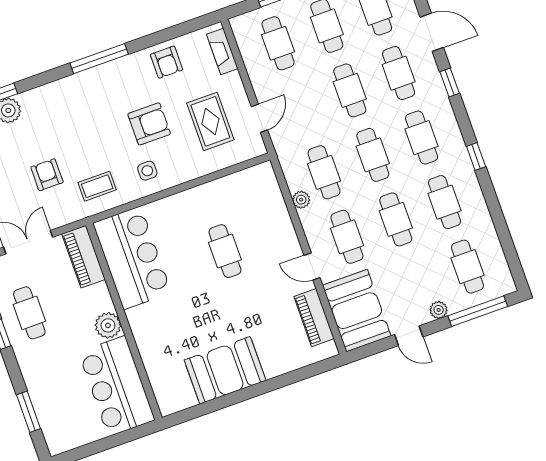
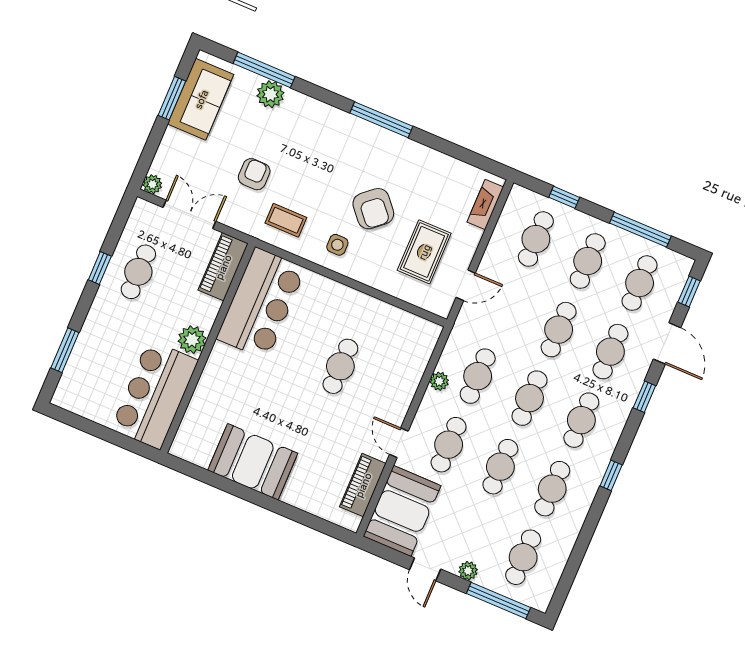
armchair: (166, 62) -> (433, 172), removed
armchair: (149, 124) -> (373, 209), turned 49

